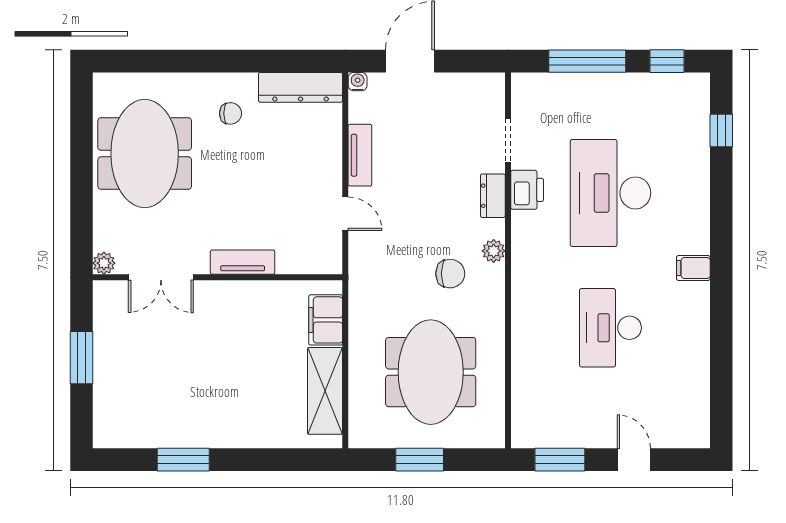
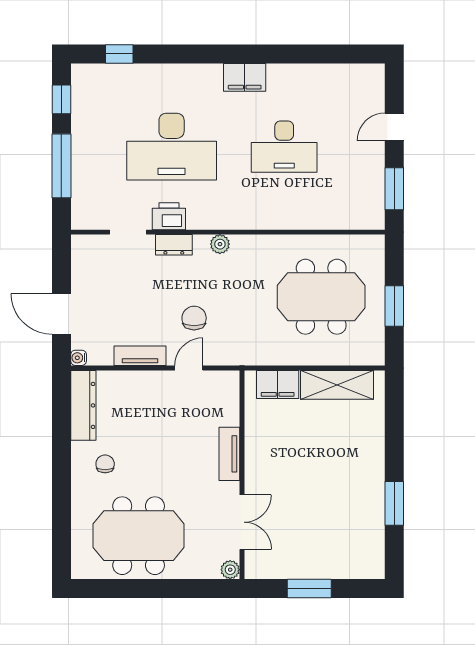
filing cabinet: (693, 268) -> (245, 77), width x2.00
chair: (450, 274) -> (194, 318), moved

